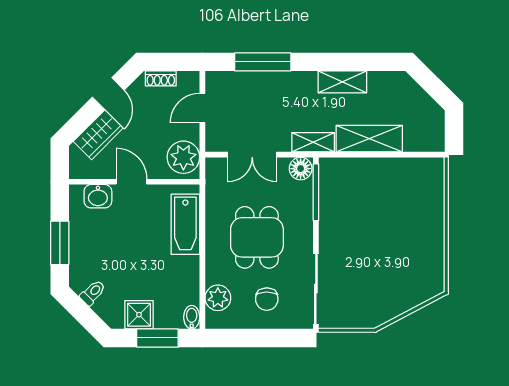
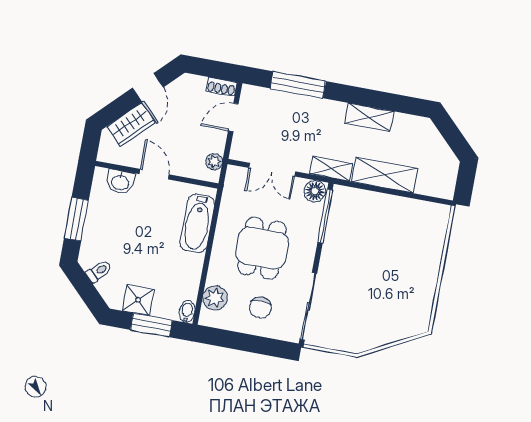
shoe rack: (161, 78) -> (221, 87), moved
plant: (183, 157) -> (214, 162), width x0.53, depth x0.53

